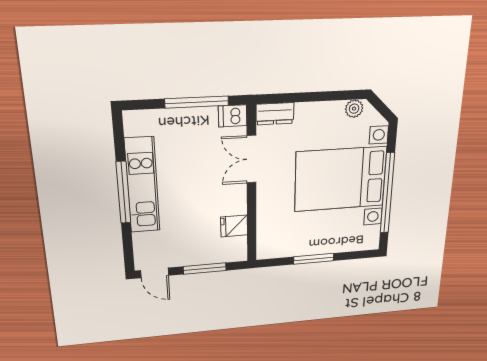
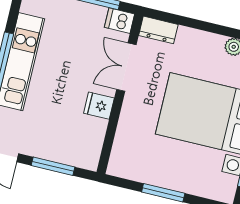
fridge: (234, 226) -> (99, 106), moved

